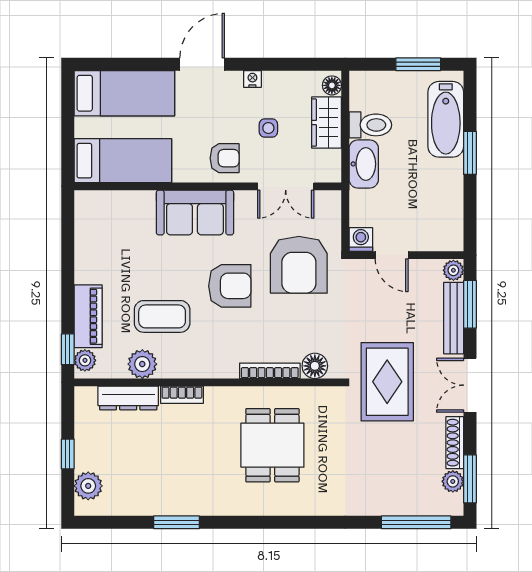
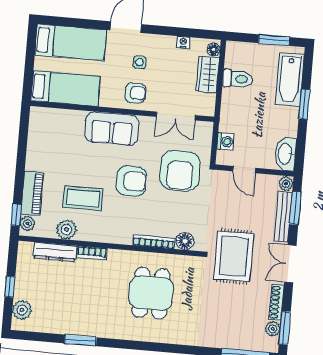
nightstand: (252, 79) -> (183, 42), moved
side table: (268, 128) -> (140, 62), moved
washbasin: (364, 164) -> (285, 154), moved, turned 180
washing machine: (361, 240) -> (226, 141), moved, turned 90

